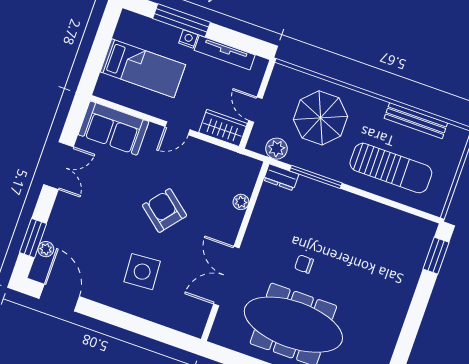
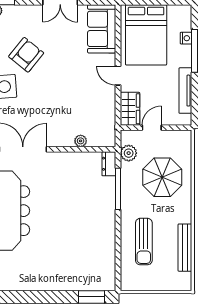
nightstand: (188, 39) -> (186, 38), moved
bed: (143, 68) -> (146, 35), width x1.50
sun lounger: (391, 168) -> (144, 242), width x0.73, depth x0.75
armchair: (164, 210) -> (26, 55), moved
chair: (304, 264) -> (51, 203), removed

